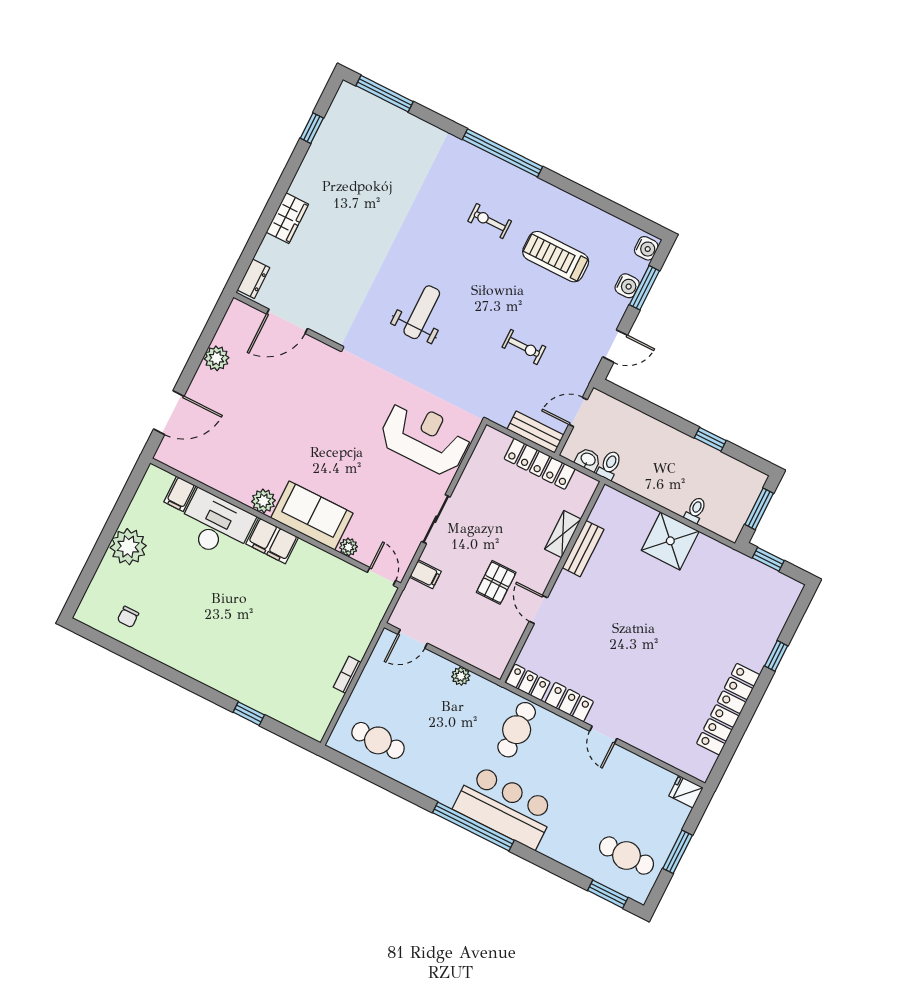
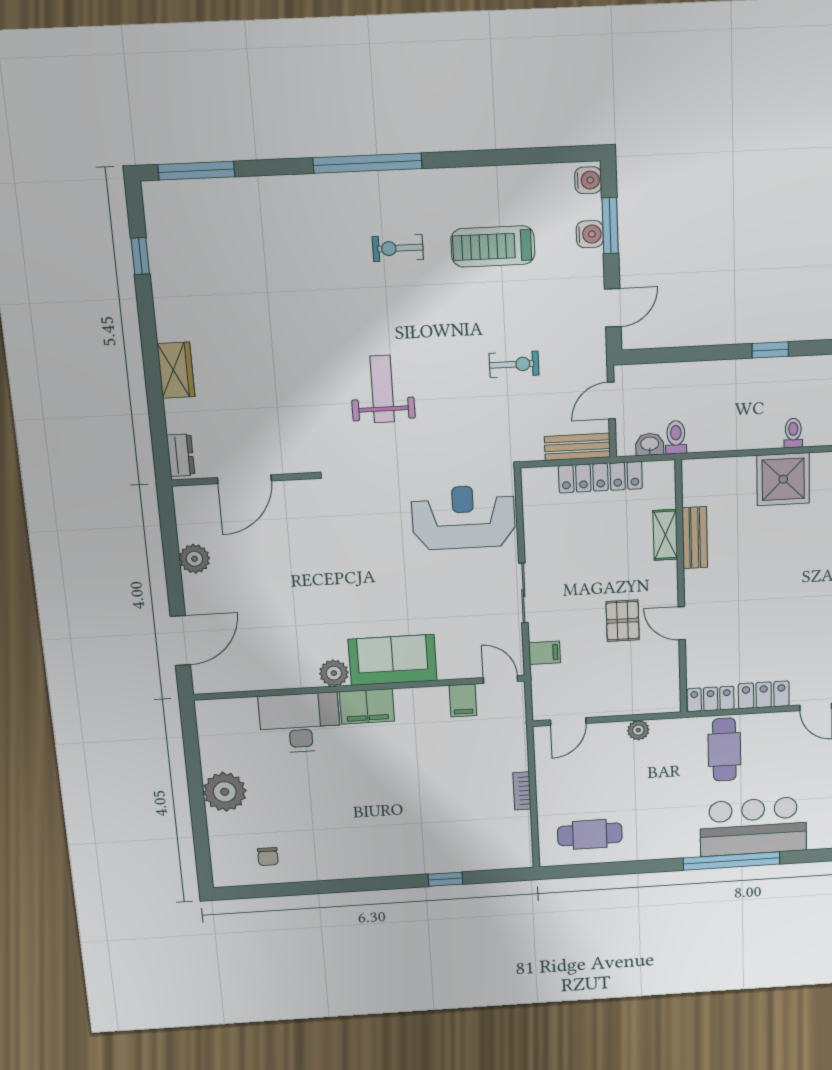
filing cabinet: (180, 494) -> (463, 700), moved
plant: (348, 547) -> (449, 670), removed

